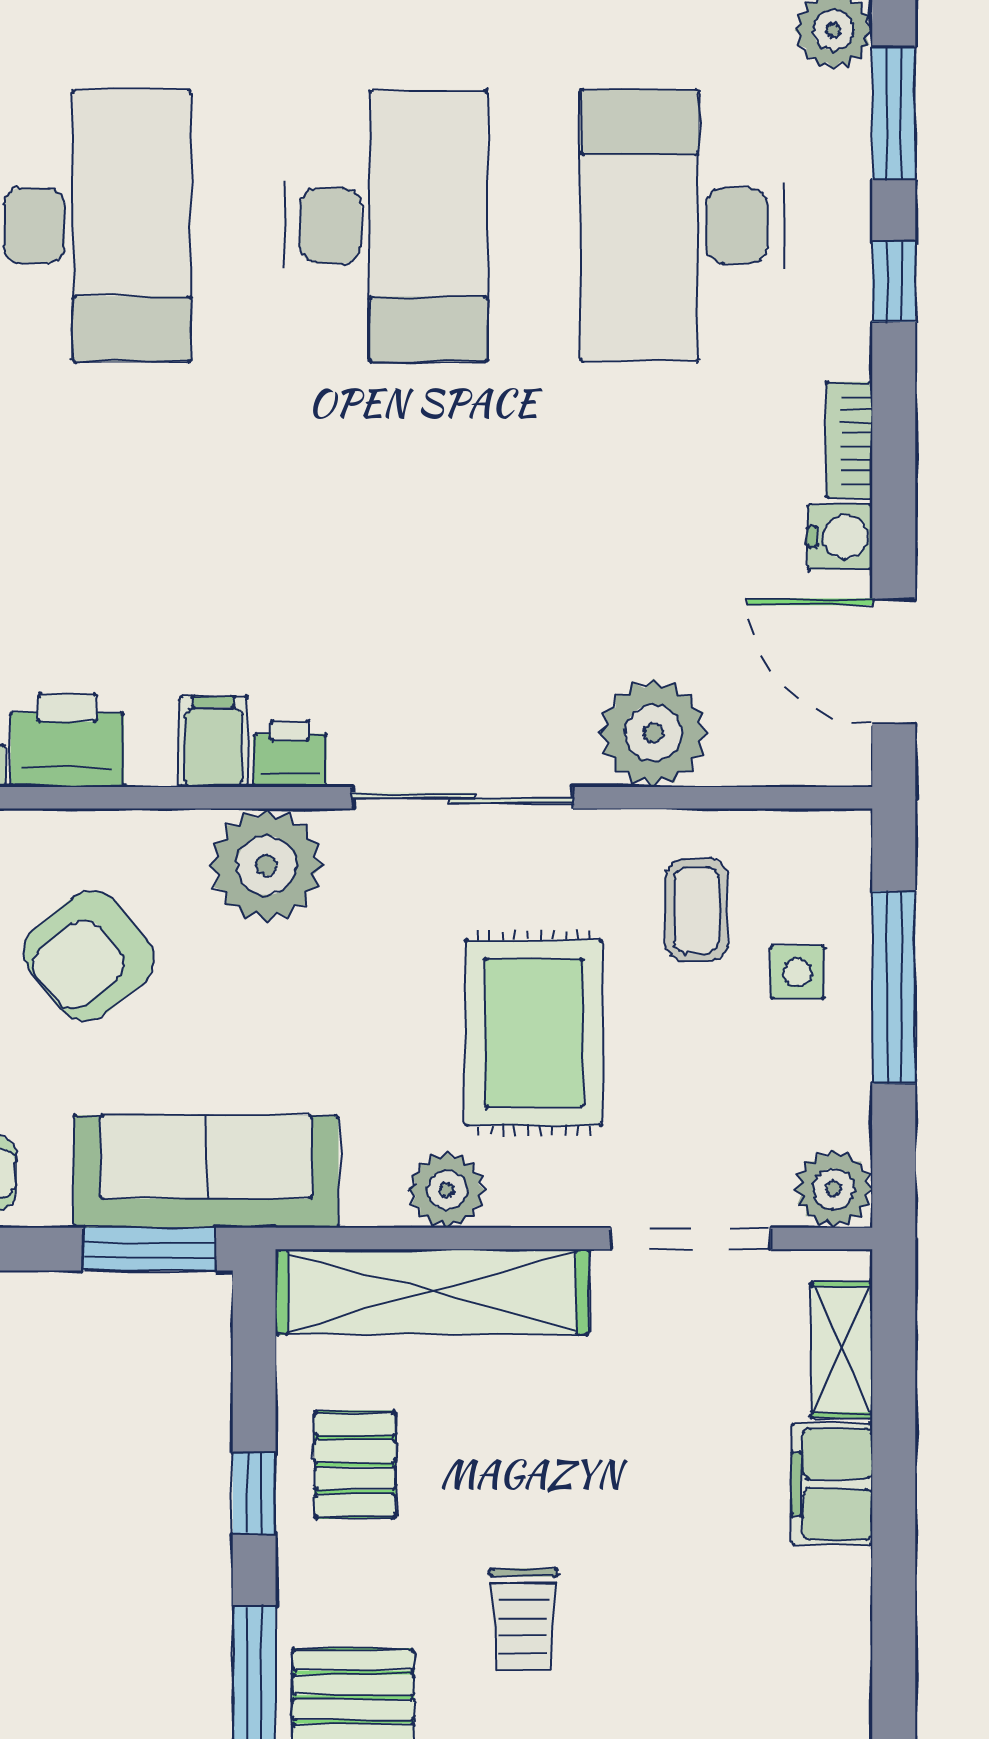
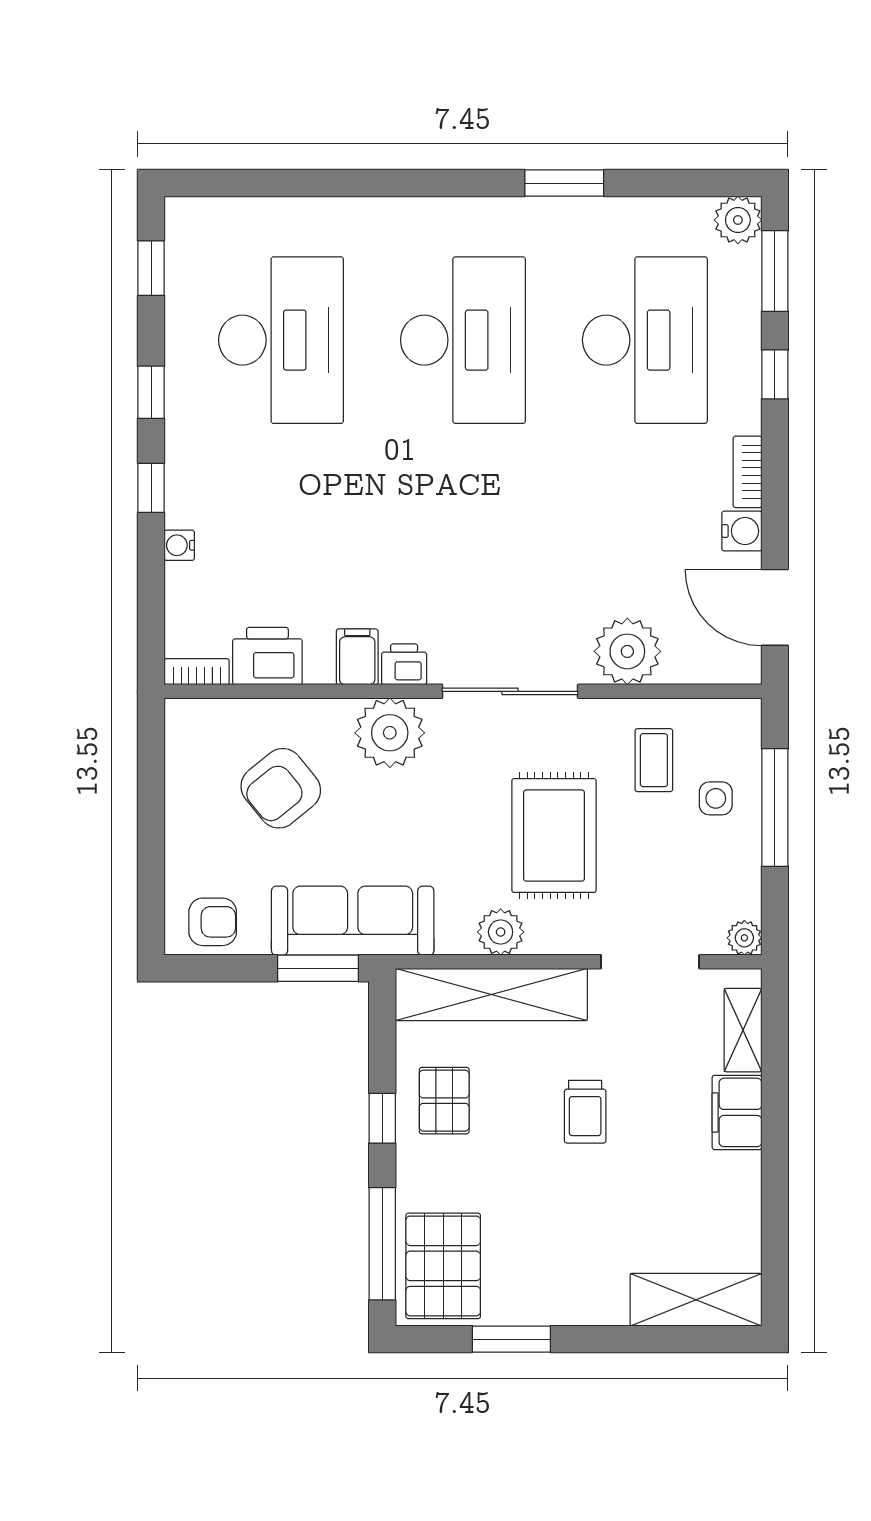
desk: (682, 226) -> (645, 340), turned 180
plant: (834, 1189) -> (744, 938), width x0.73, depth x0.73
trolley: (523, 1619) -> (585, 1112), moved

